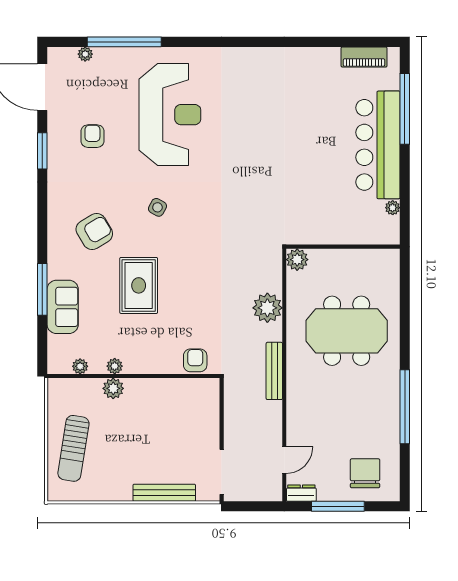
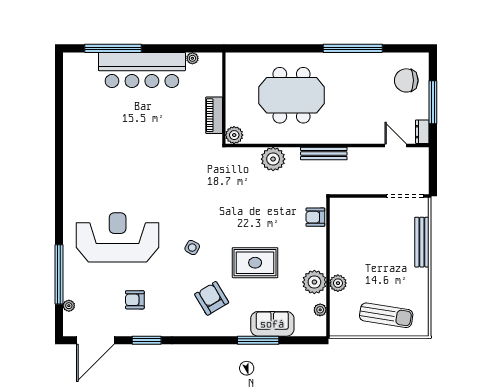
piano: (364, 57) -> (214, 115), moved, turned 180
meeting table: (347, 331) -> (292, 95), turned 90
plant: (115, 366) -> (314, 282), width x1.87, depth x1.87

